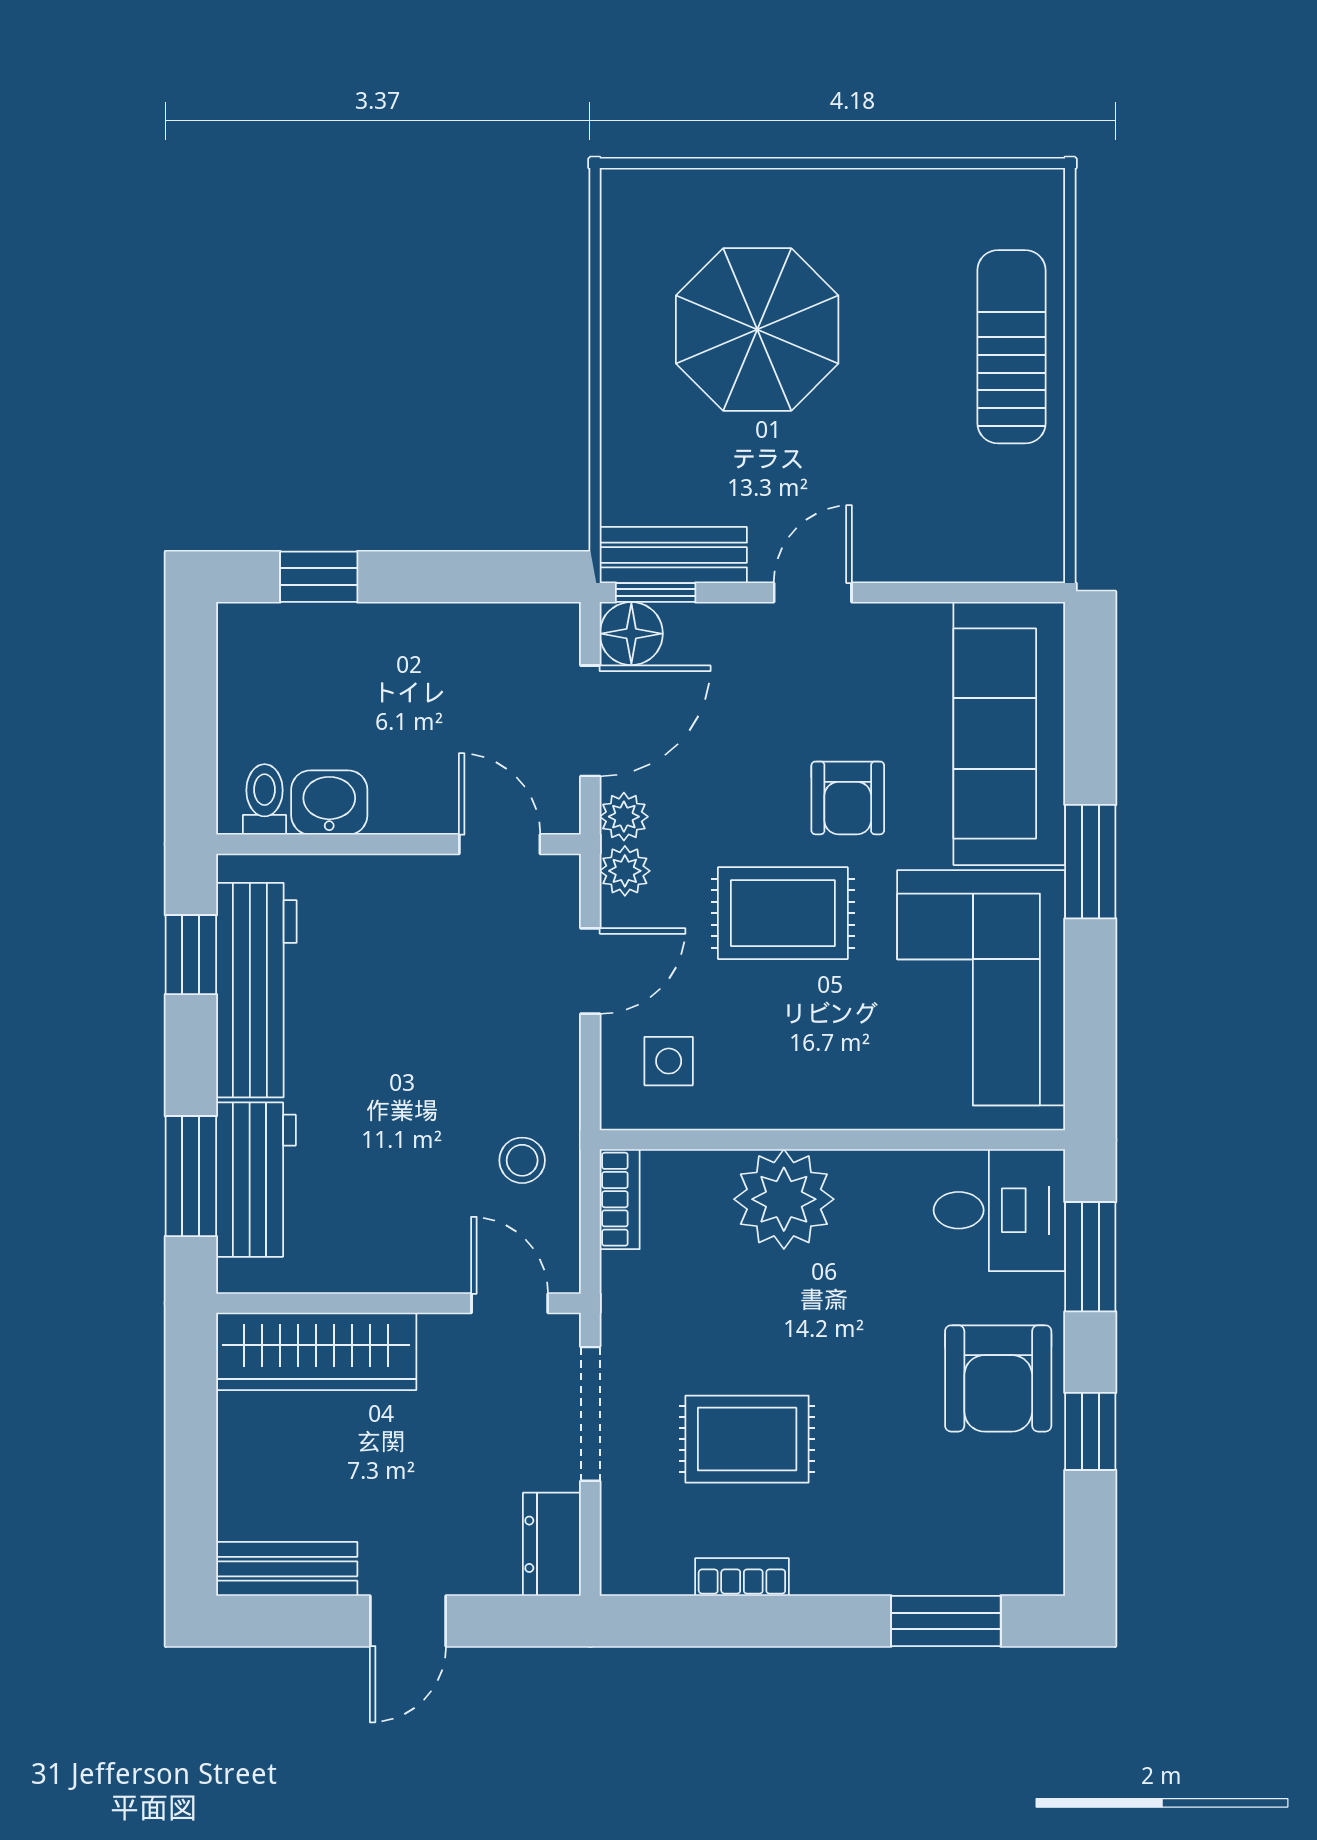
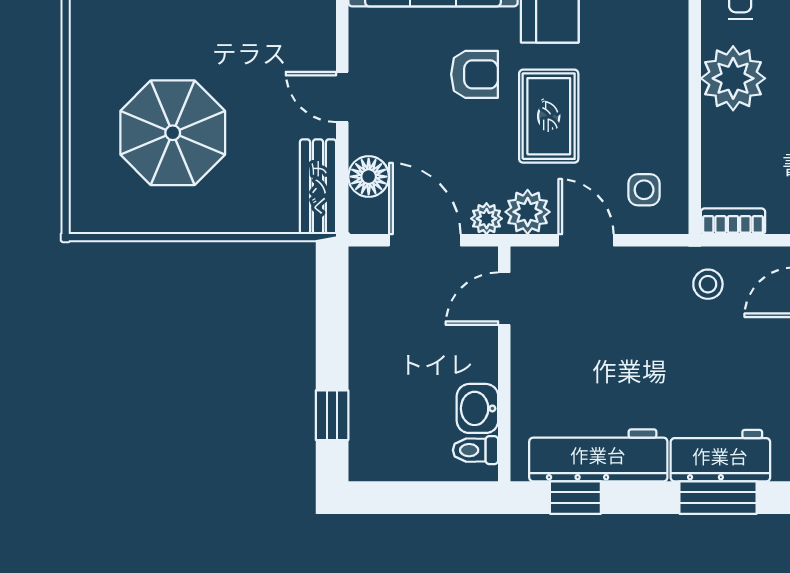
window: (656, 593) -> (342, 198), removed
floor lamp: (631, 634) -> (369, 177), moved
plant: (625, 871) -> (528, 212), width x1.38, depth x1.38
plant: (784, 1199) -> (733, 78), moved

